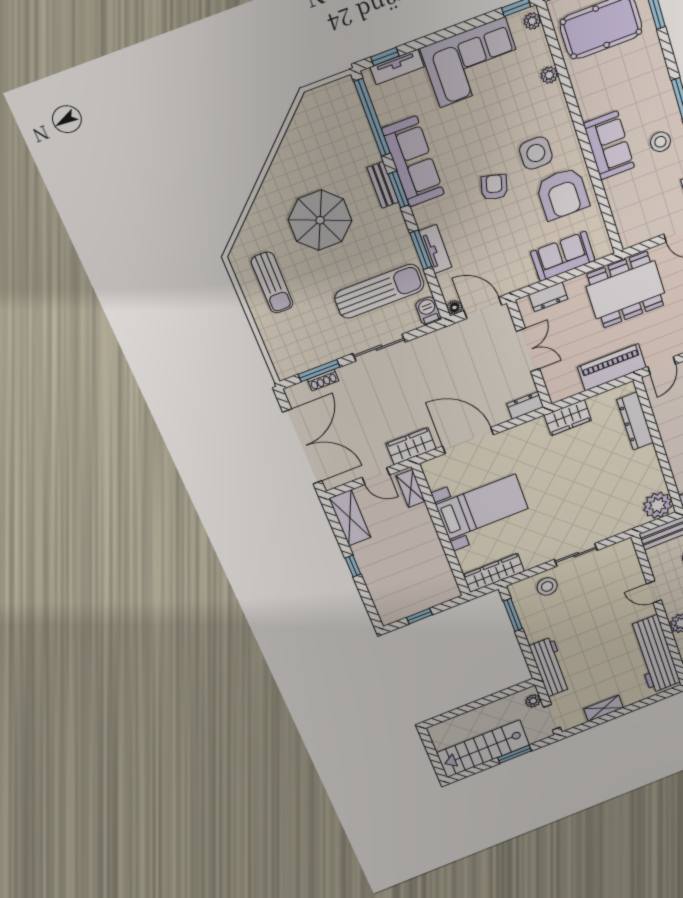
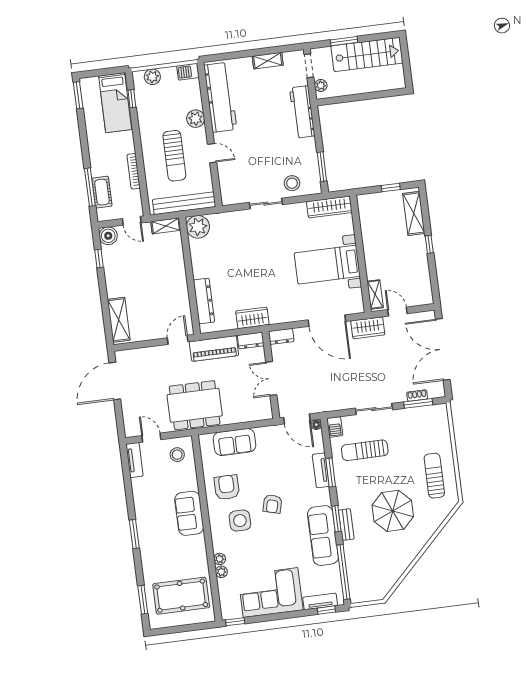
plant: (532, 21) -> (220, 559), moved
stool: (660, 142) -> (177, 455), moved
armchair: (563, 194) -> (227, 487), width x0.73, depth x0.73
sun lounger: (379, 291) -> (365, 450), width x0.73, depth x0.75
dresser: (548, 297) -> (251, 341), moved, turned 180
shelving: (350, 518) -> (414, 213), moved

